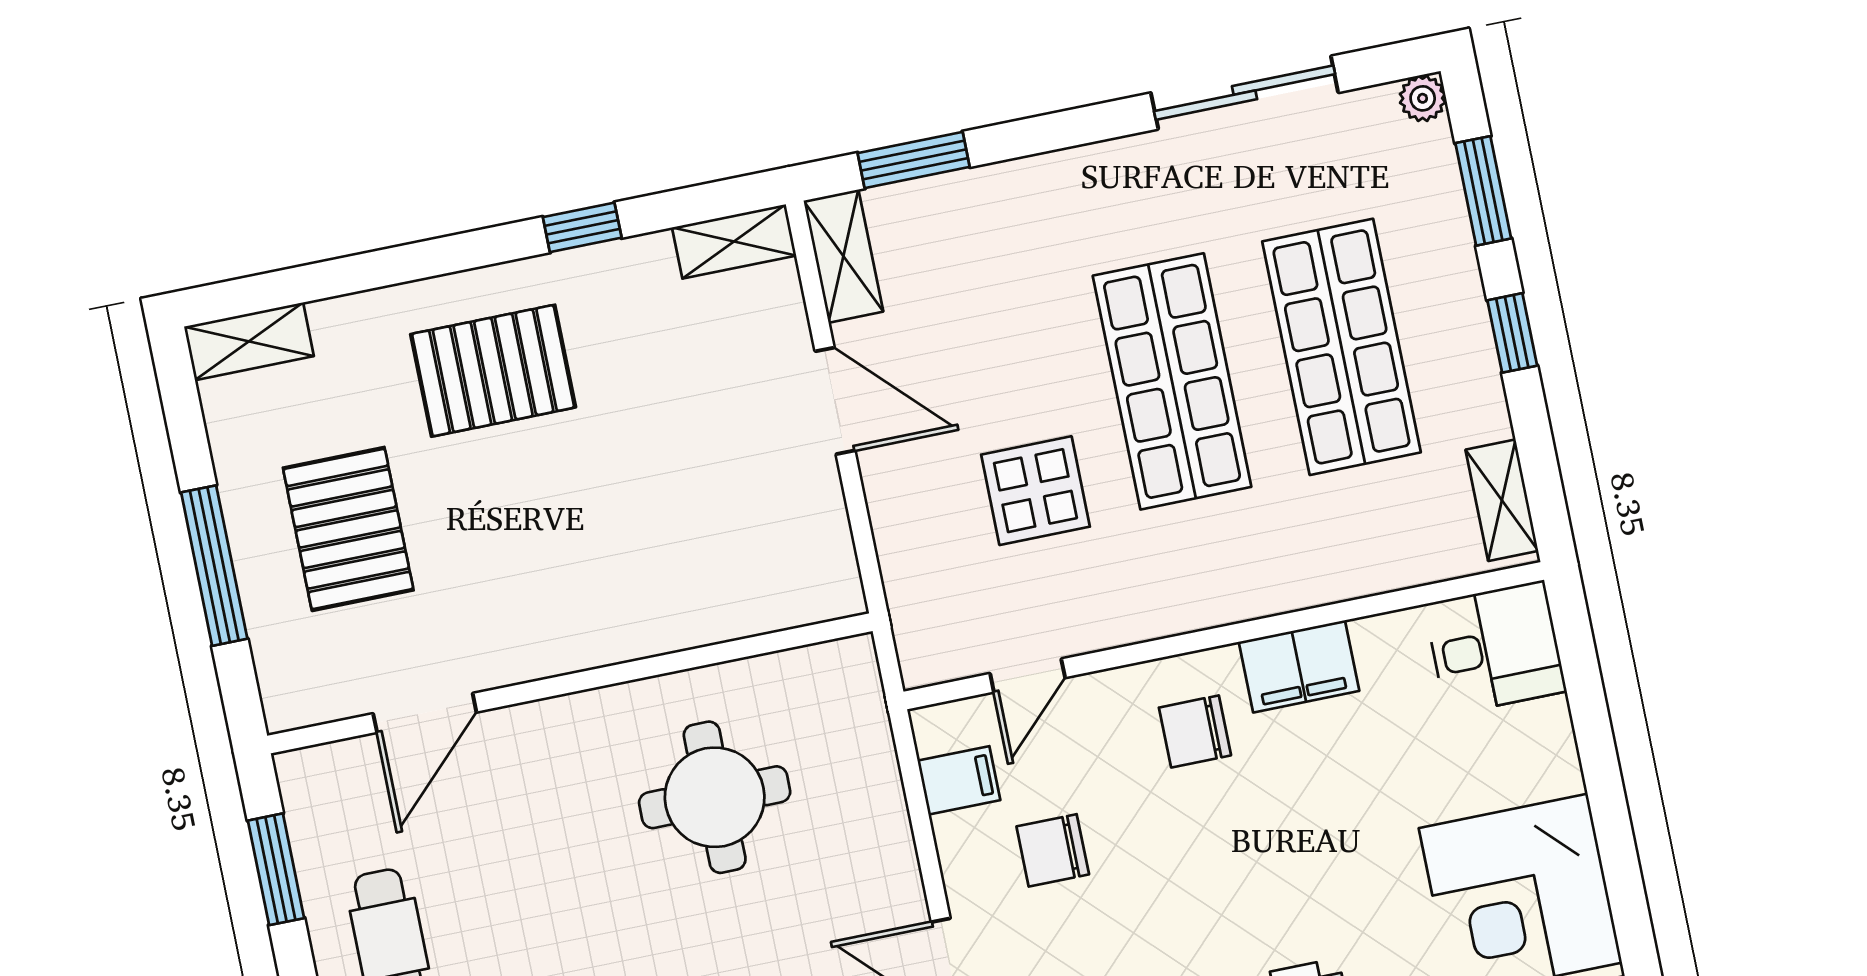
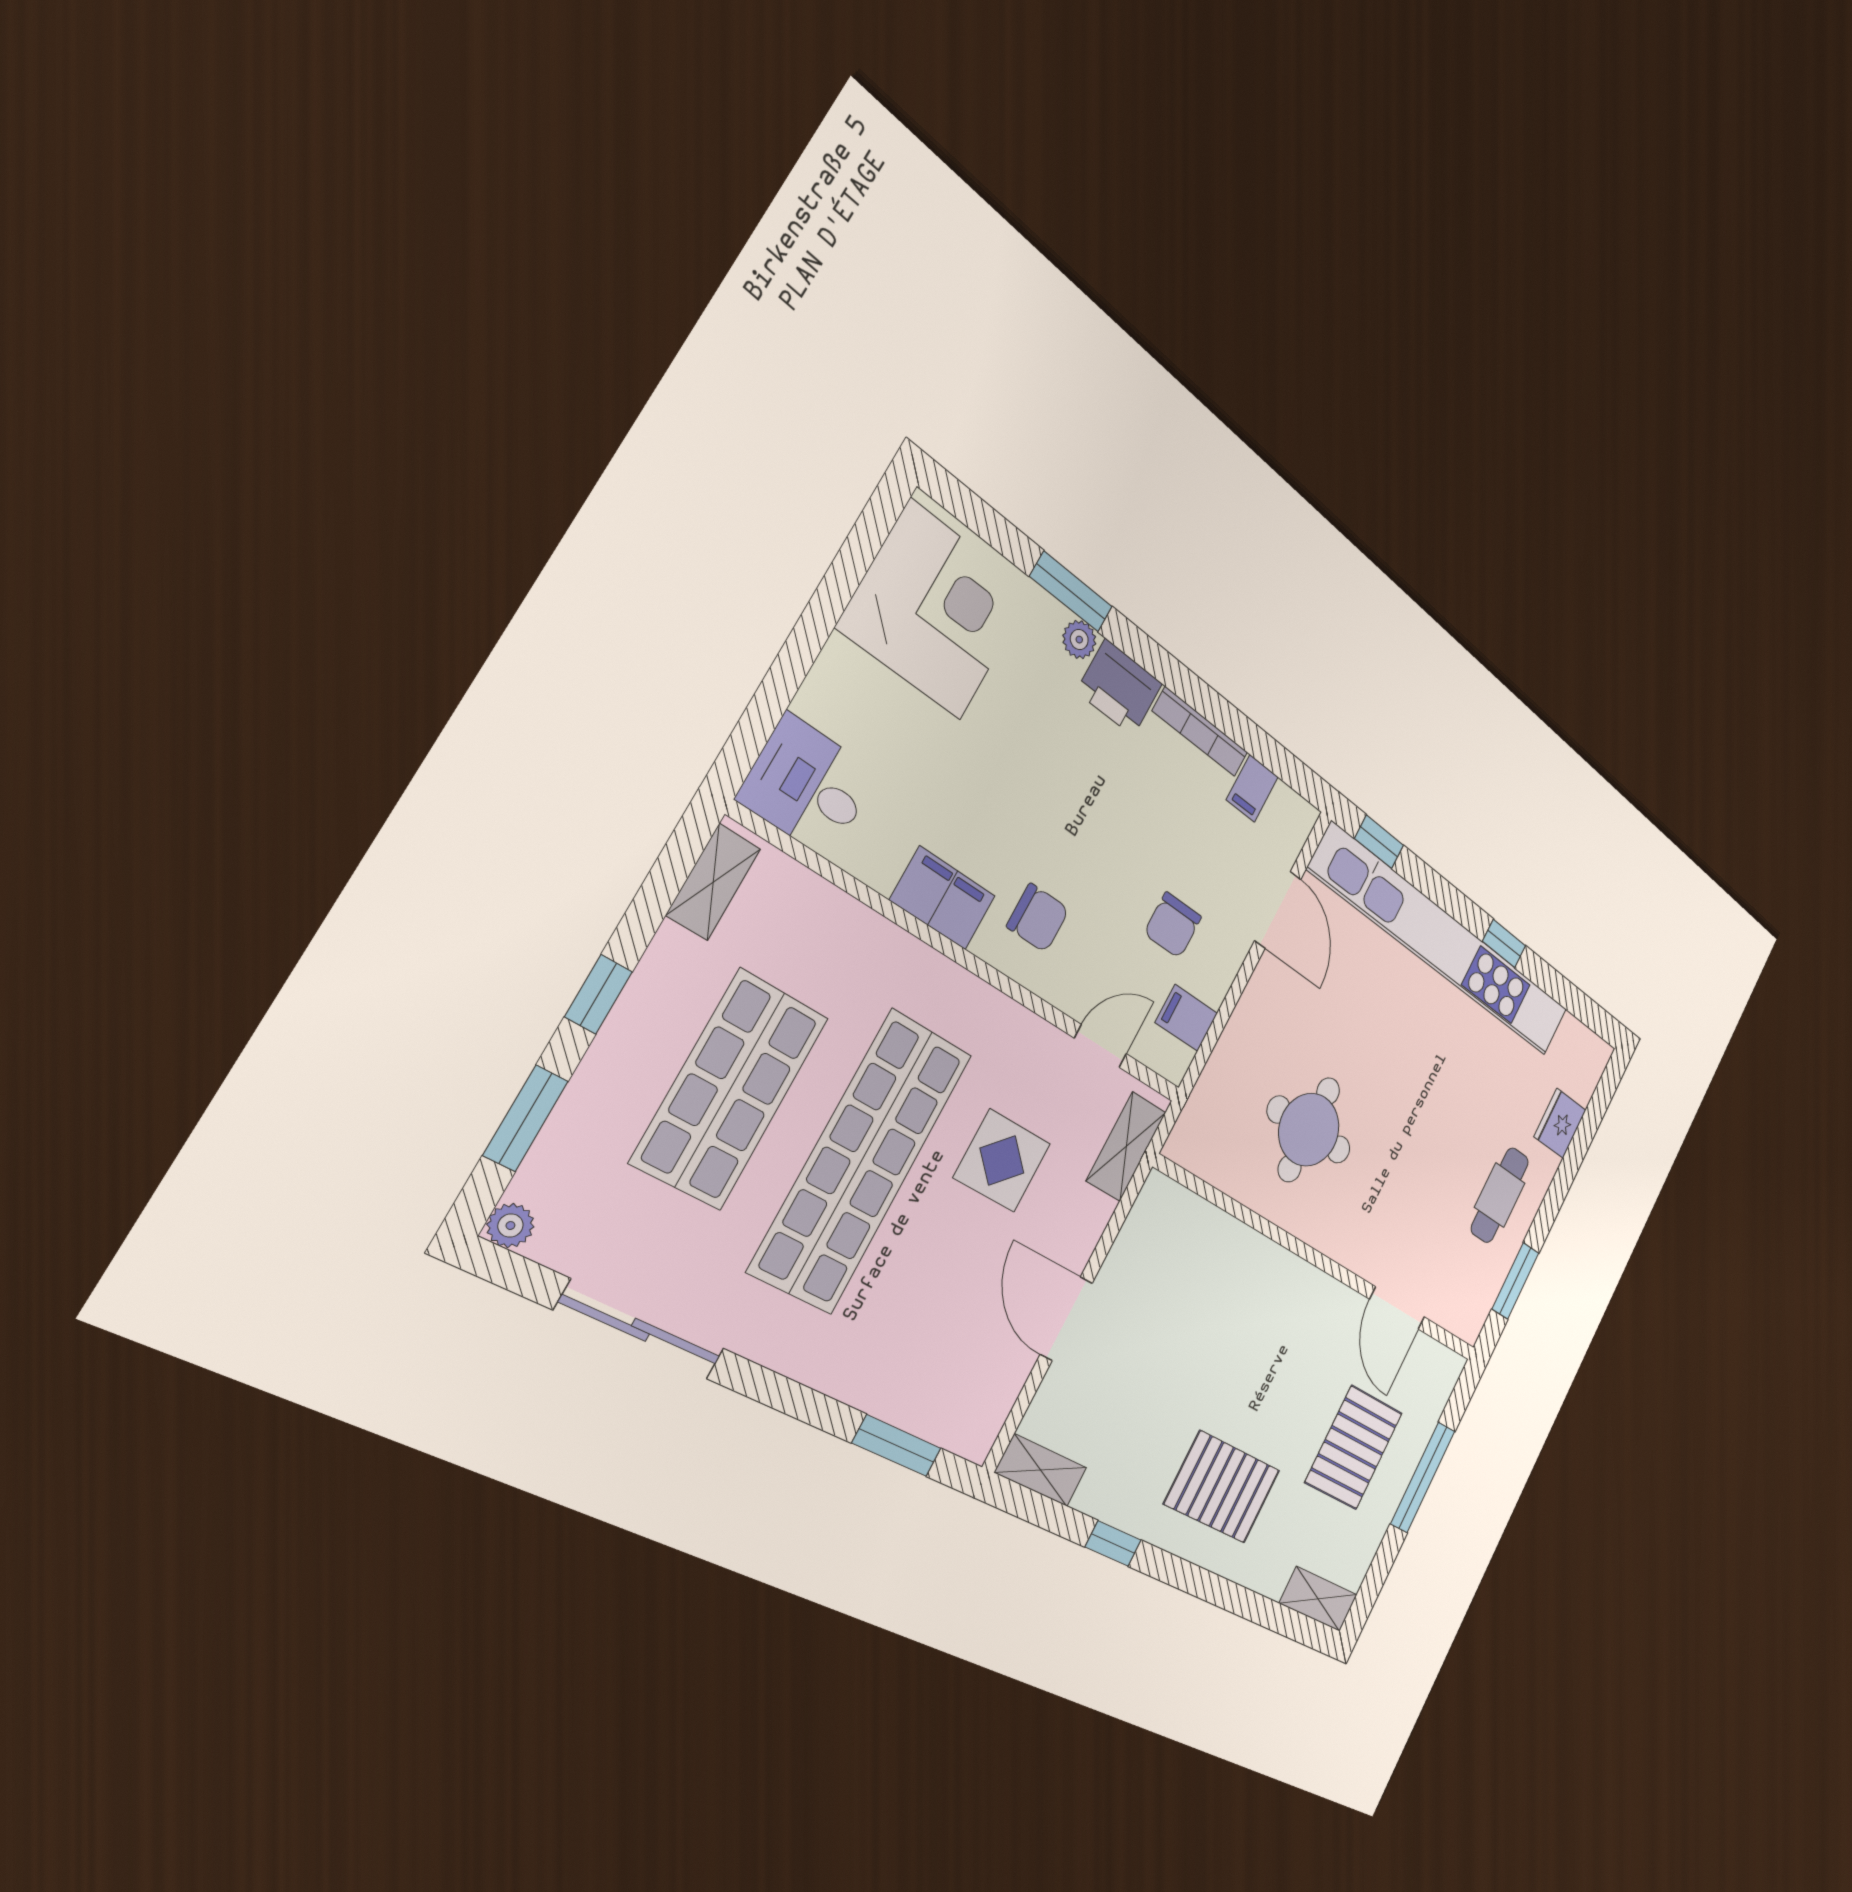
shelving: (843, 256) -> (1126, 1147), moved
shop shelf: (1172, 381) -> (861, 1161), width x1.40
door: (425, 713) -> (1397, 1308), swing flipped
chair: (1053, 850) -> (1173, 925), turned 90

